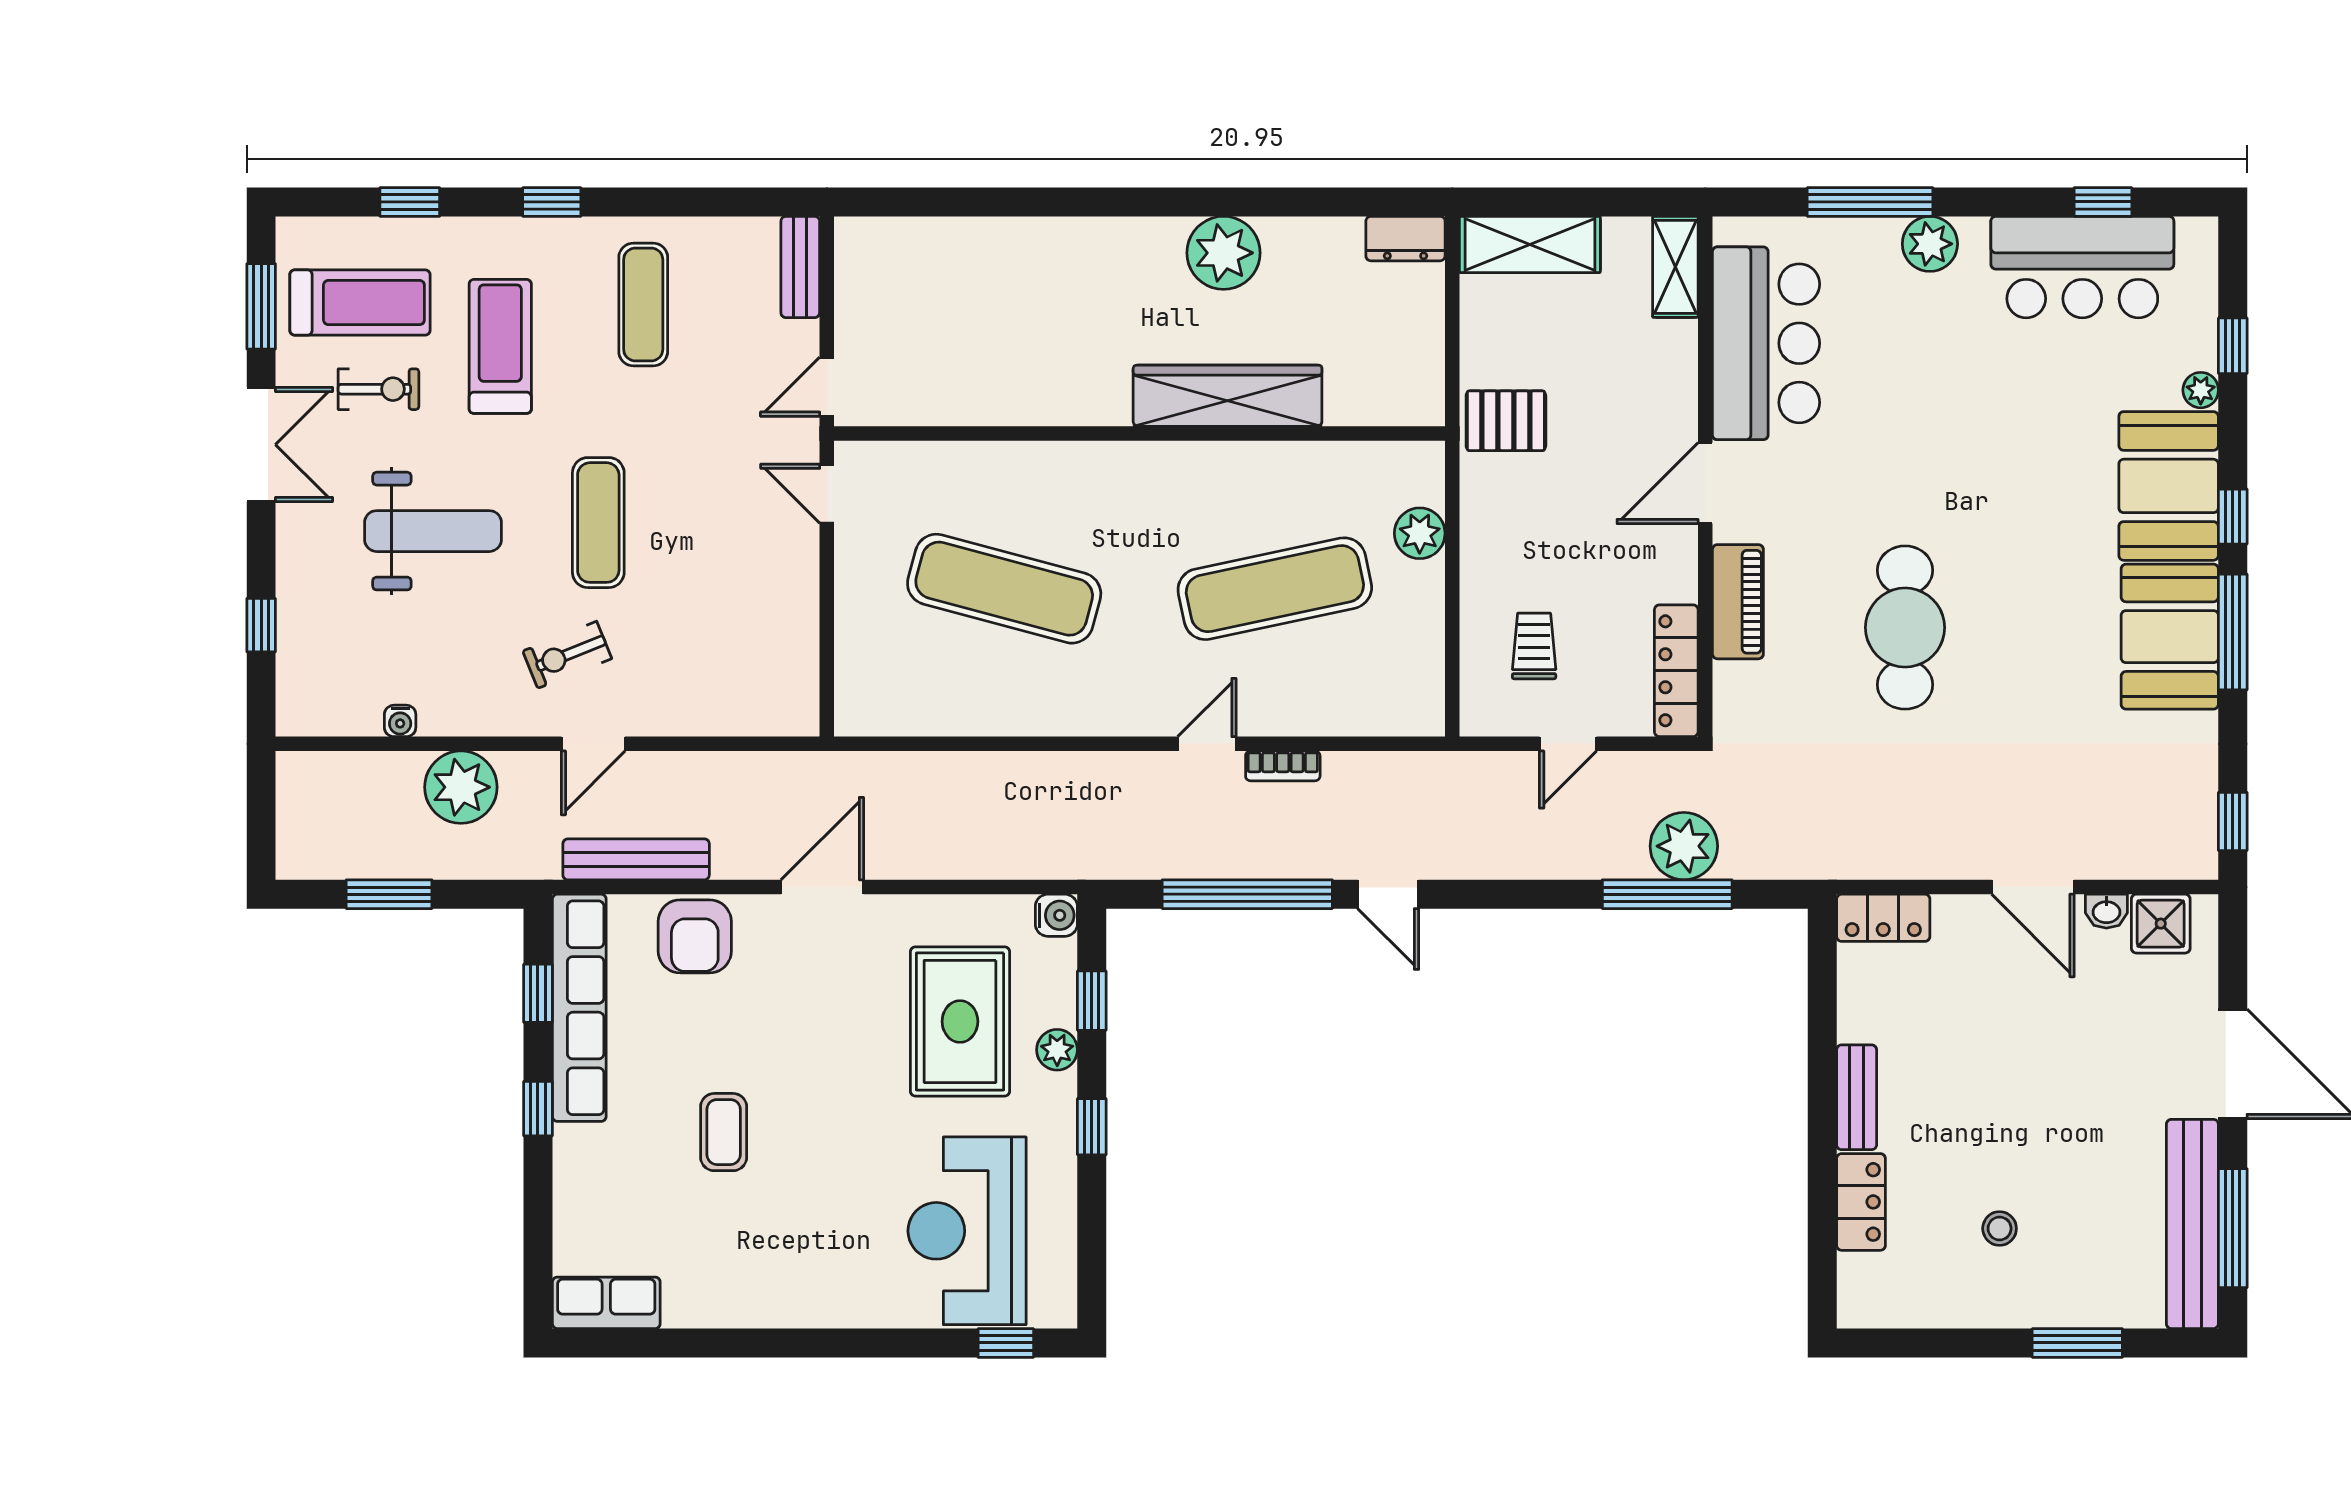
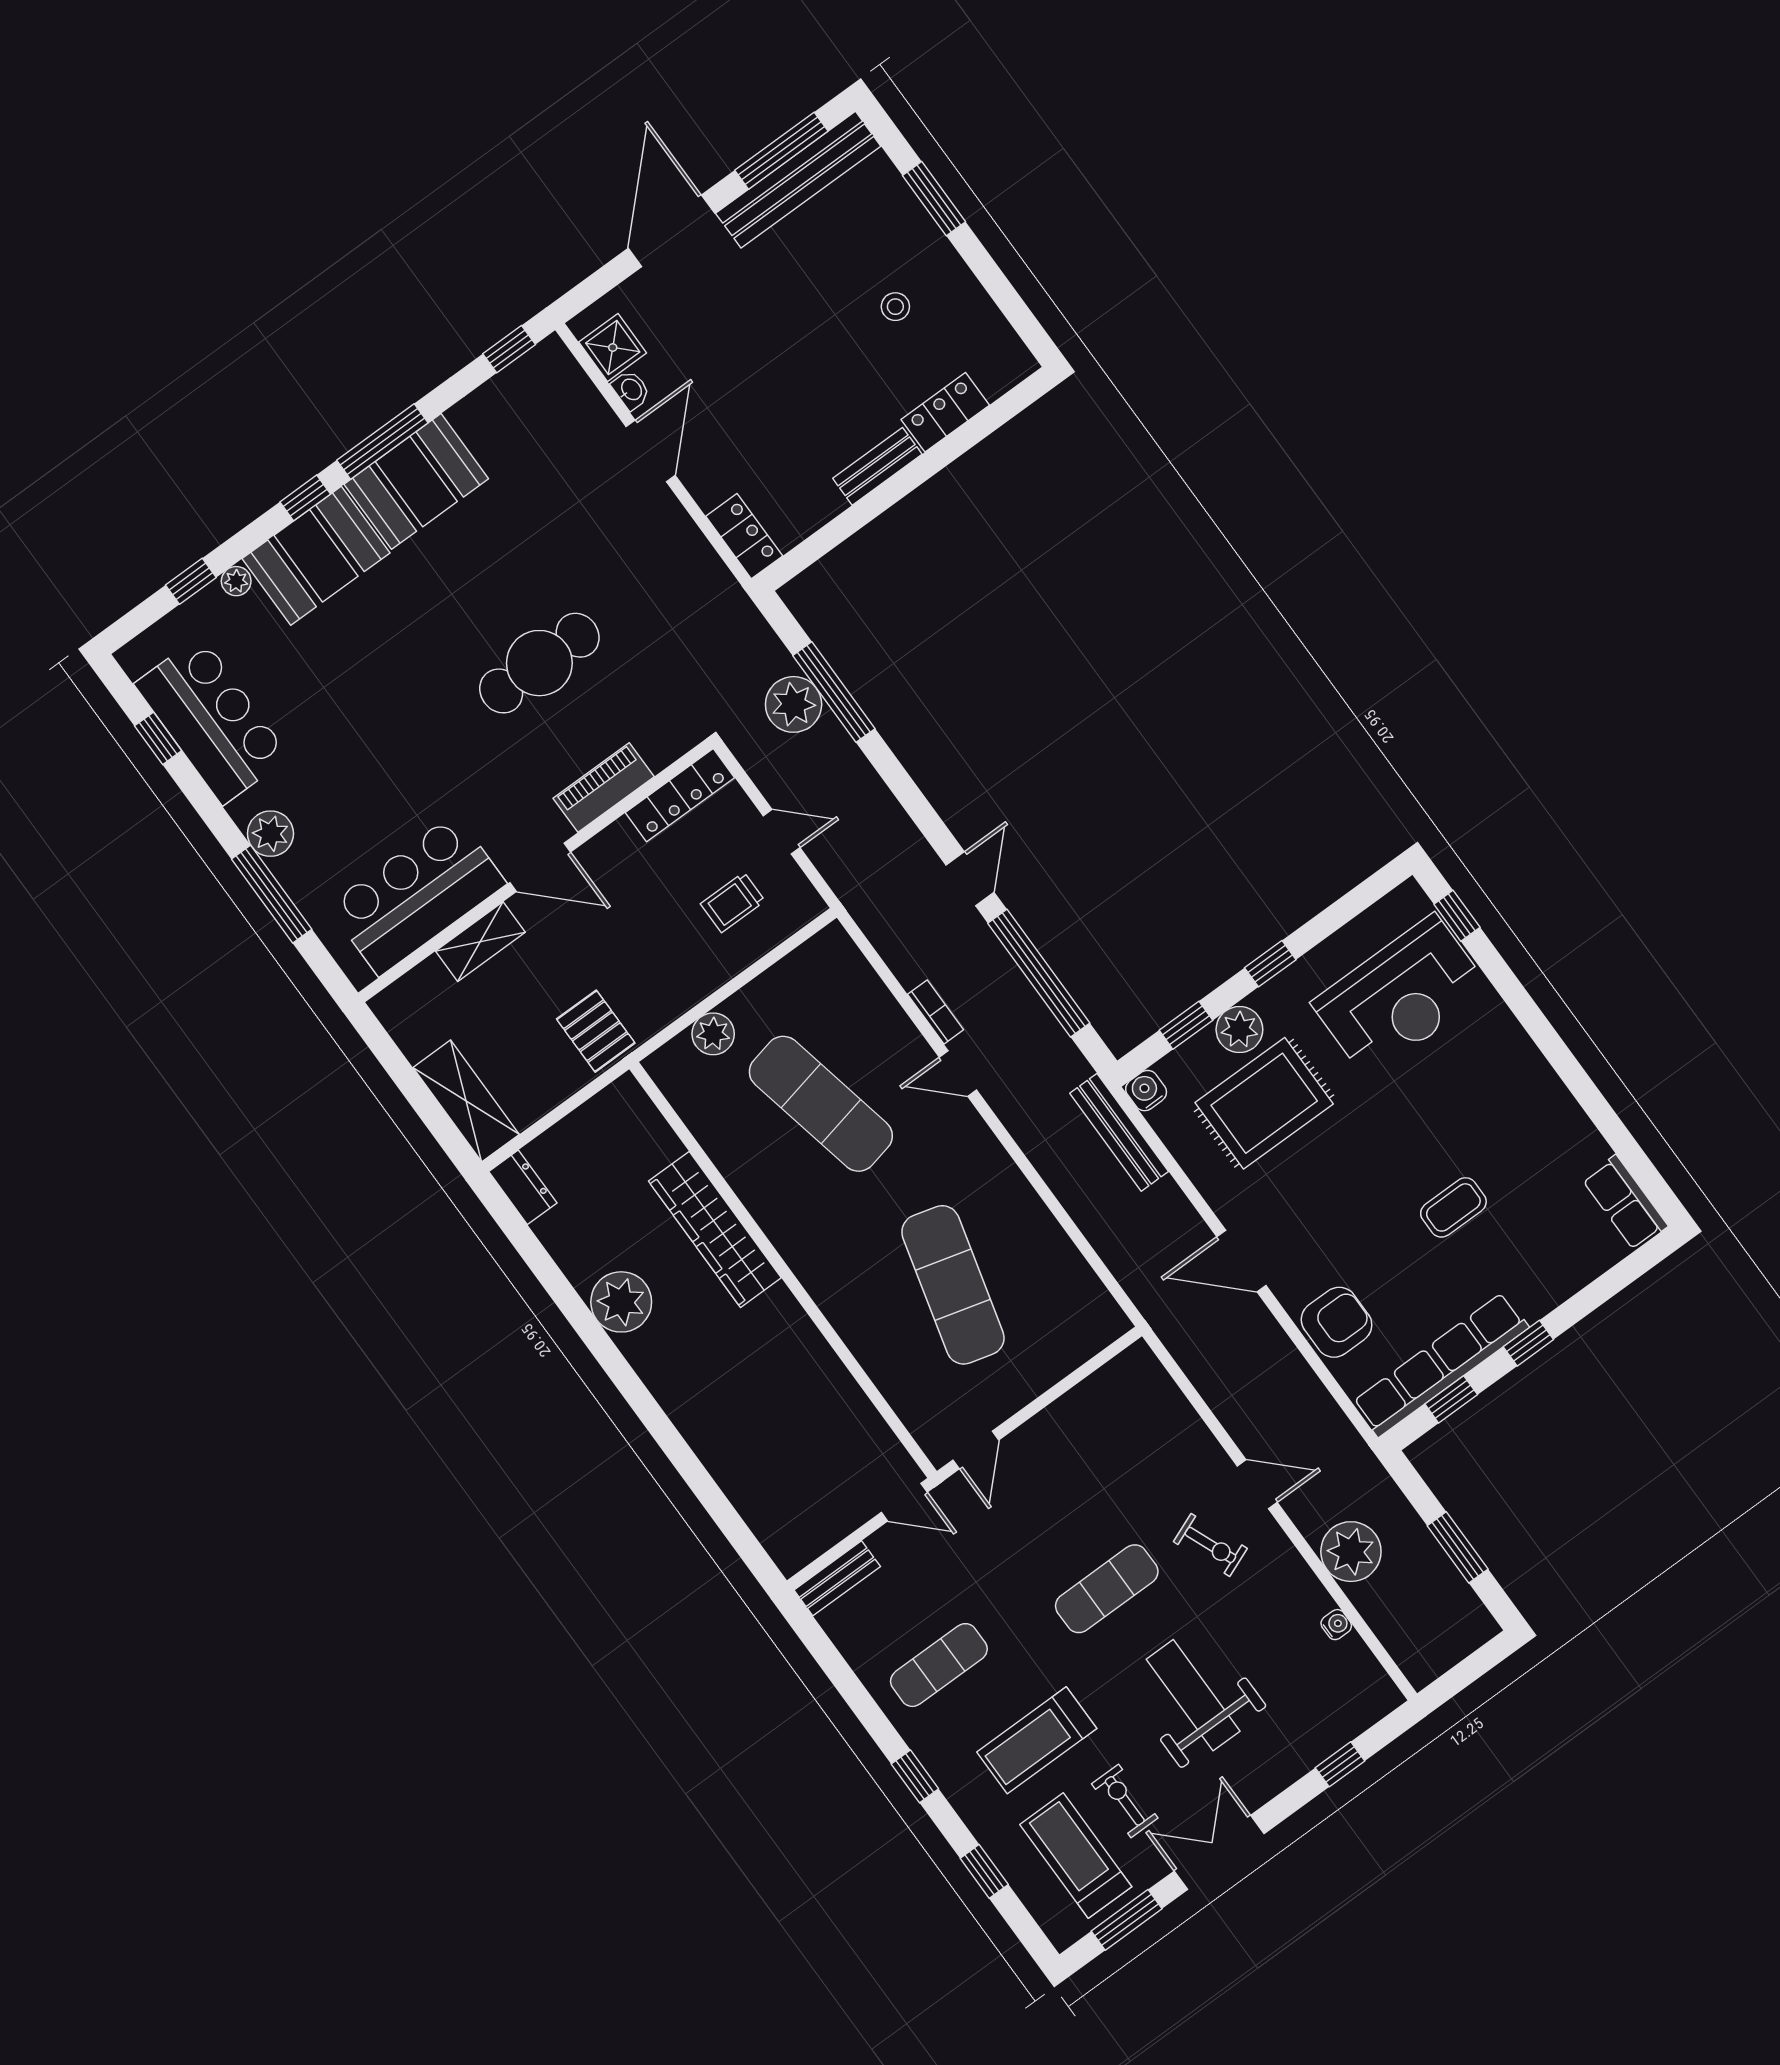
shelving: (1675, 267) -> (480, 942), moved
bench: (636, 859) -> (1119, 1132), moved
plant: (1057, 1050) -> (1239, 1030), width x1.38, depth x1.38

